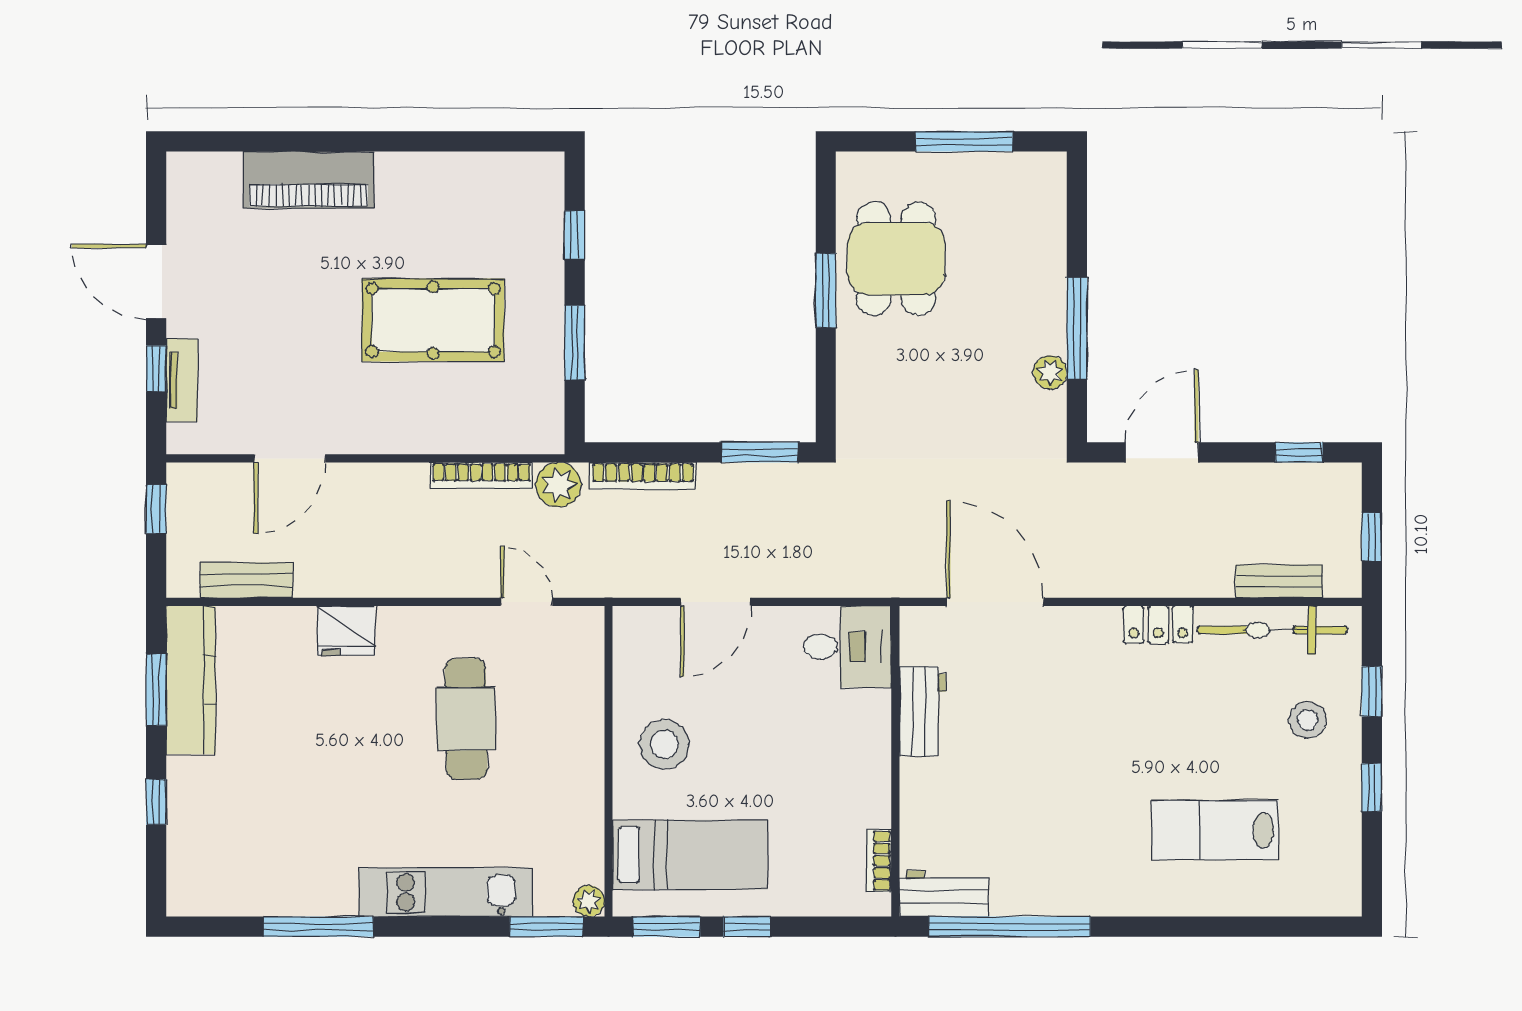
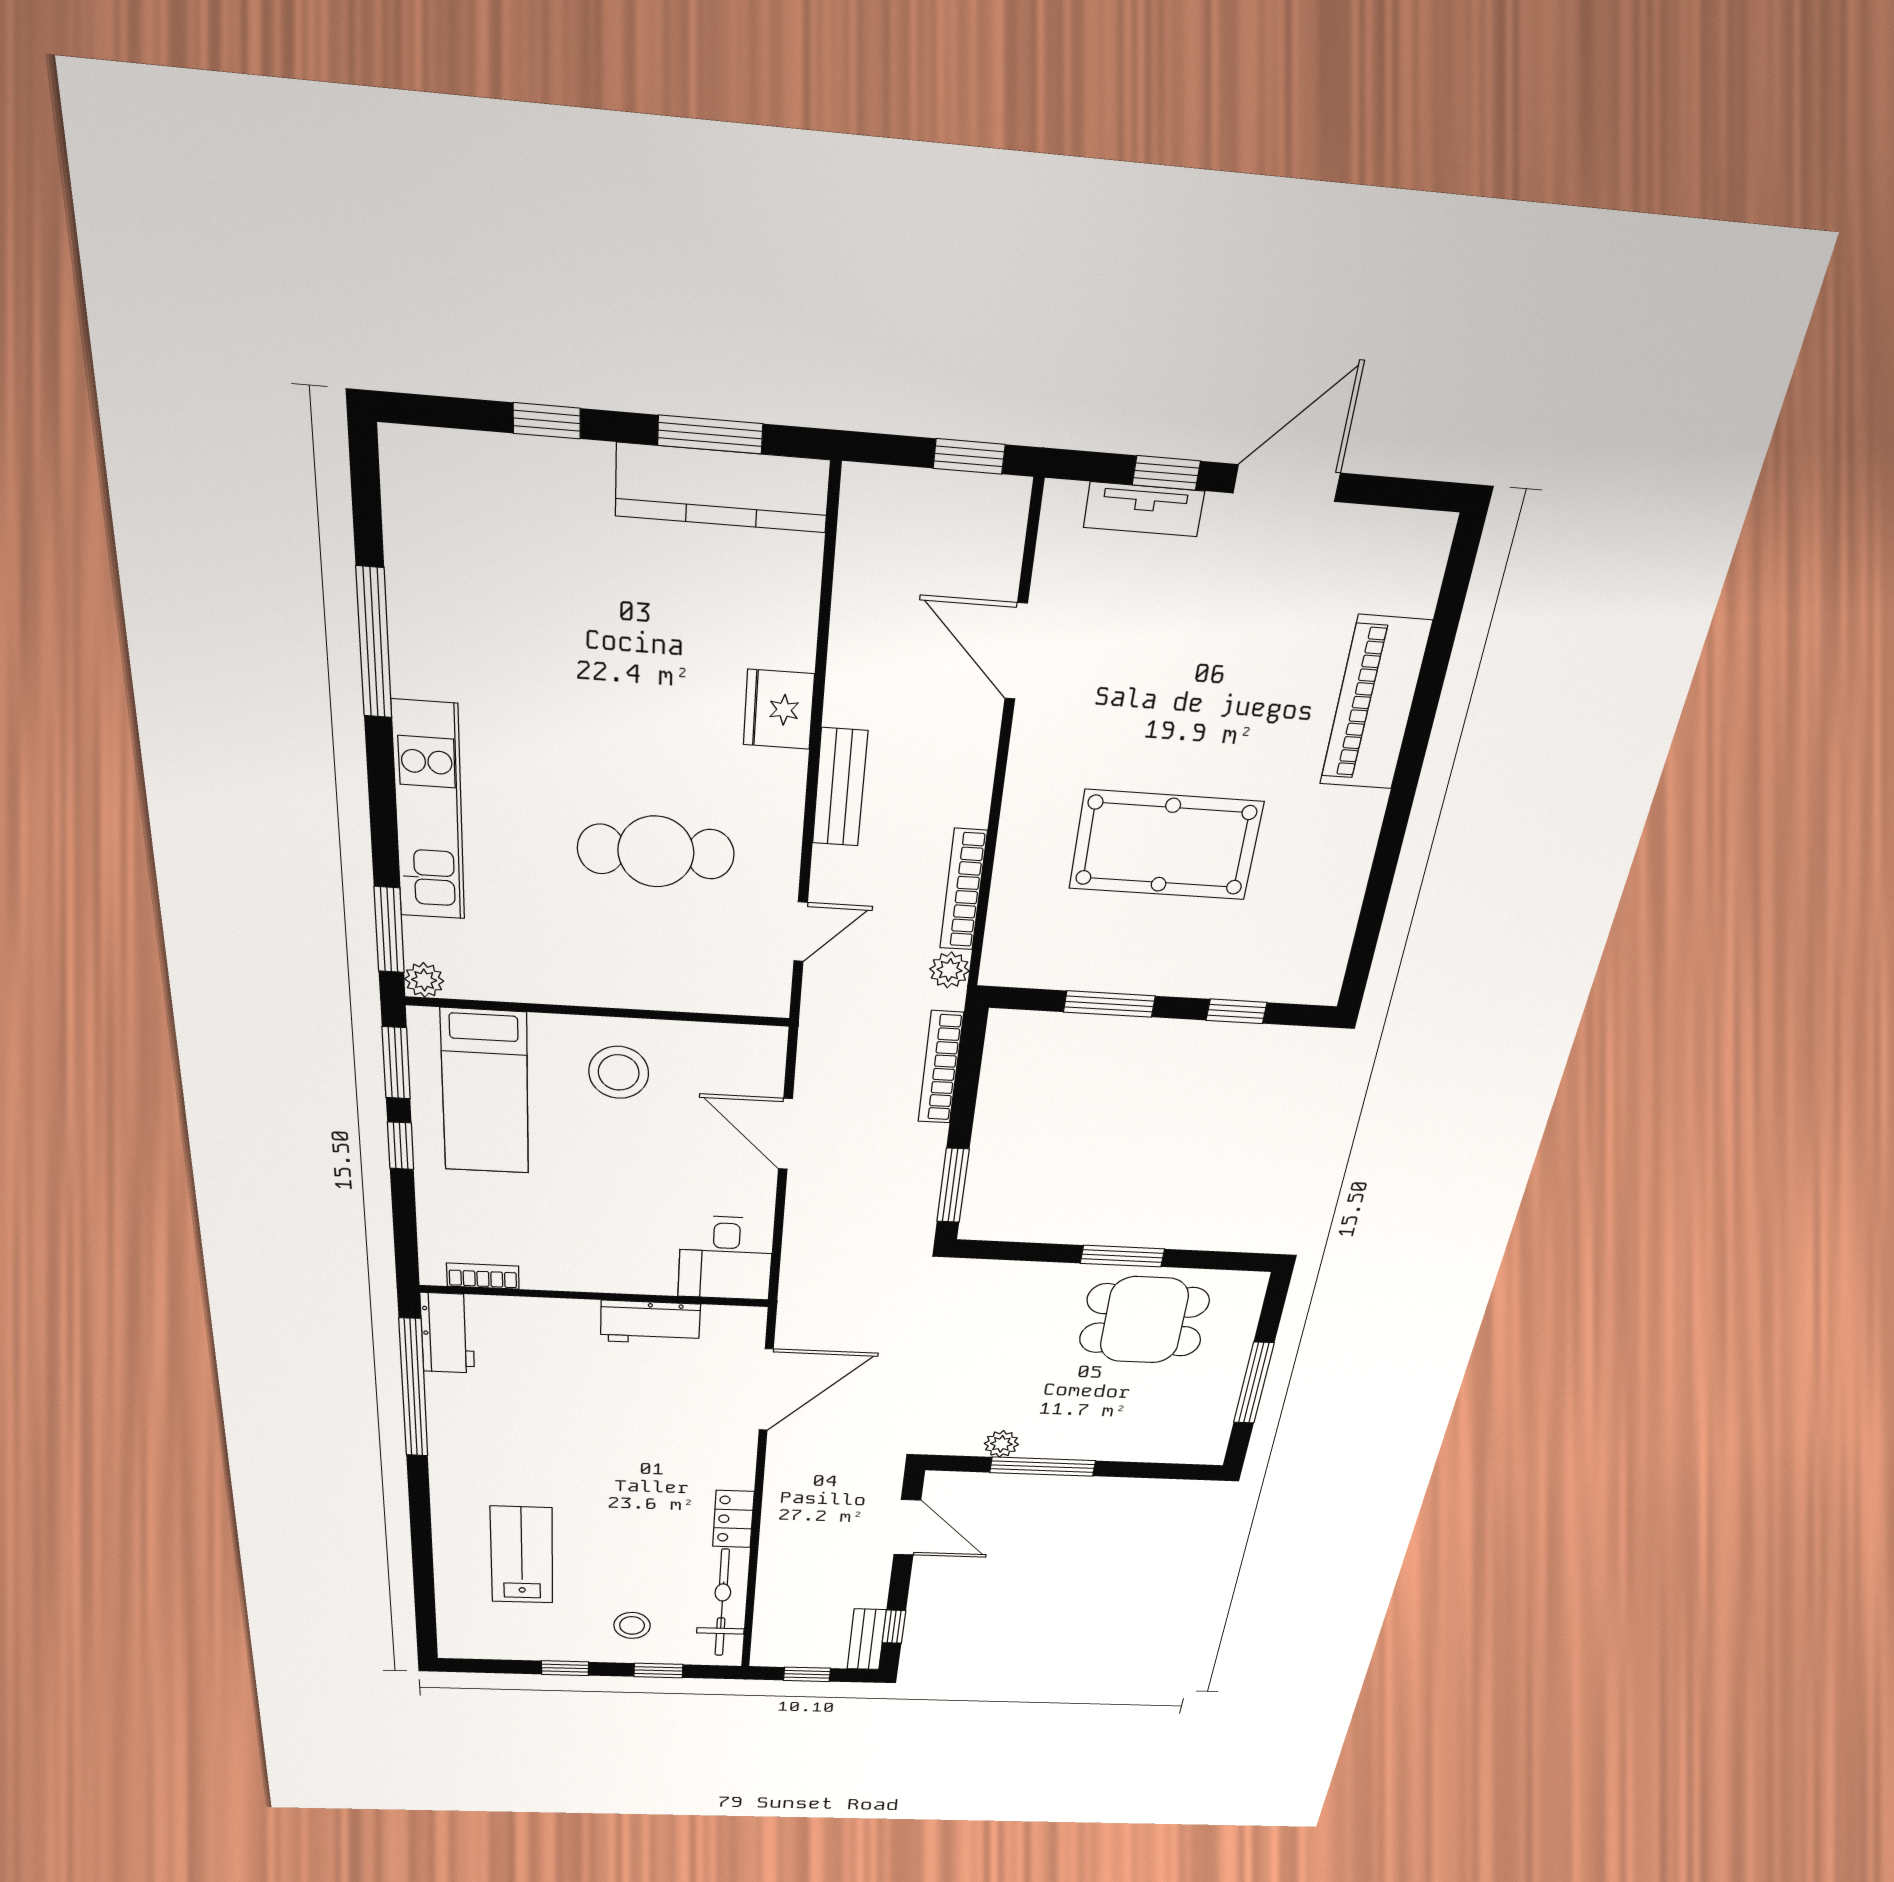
pool table: (433, 320) -> (1166, 845), turned 90
plant: (558, 485) -> (949, 970), width x0.73, depth x0.73
bench: (246, 580) -> (840, 787), moved
bench: (1279, 581) -> (867, 1639), moved

